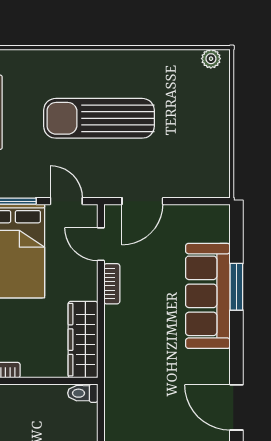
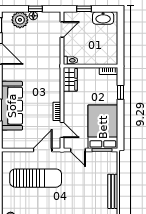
sun lounger: (99, 118) -> (36, 178), moved
wardrobe: (83, 340) -> (70, 79), width x0.67

